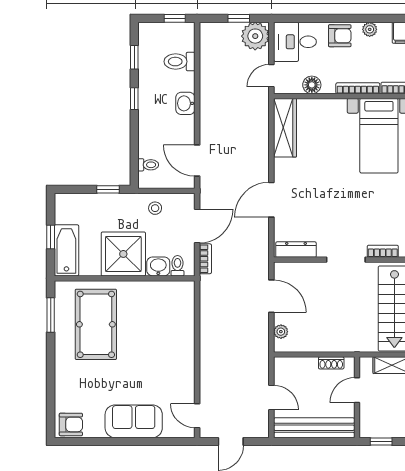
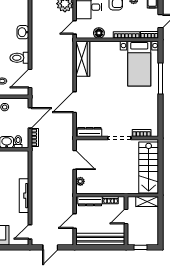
toilet: (180, 62) -> (19, 58), moved
washbasin: (185, 103) -> (23, 32), moved
door: (197, 161) -> (30, 78), hinge flipped
tv unit: (187, 355) -> (24, 196), added
dresser: (297, 365) -> (90, 201), added
door: (271, 398) -> (75, 221), swing flipped
door: (197, 416) -> (30, 232), hinge flipped

